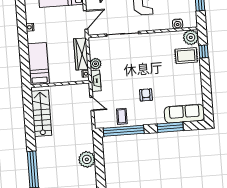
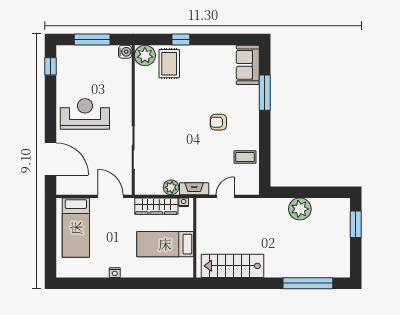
water cooler: (178, 24) -> (125, 52), moved
window: (204, 51) -> (181, 40), moved
bed: (38, 64) -> (165, 244), moved
sofa: (184, 114) -> (248, 65), width x0.73
window: (124, 131) -> (265, 156), removed

